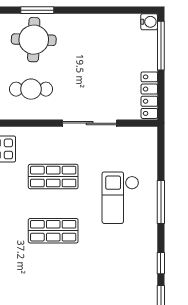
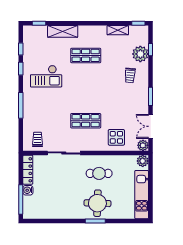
water cooler: (149, 22) -> (28, 190), moved
trolley: (133, 146) -> (37, 139), added
checkout: (120, 198) -> (46, 76), moved, turned 90
shop shelf: (53, 231) -> (86, 55), moved

